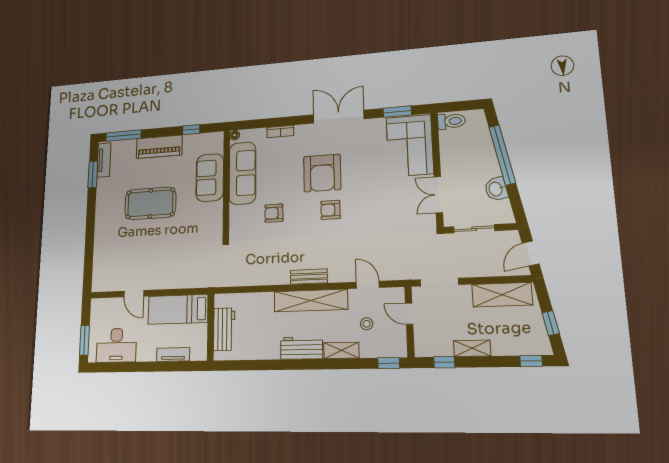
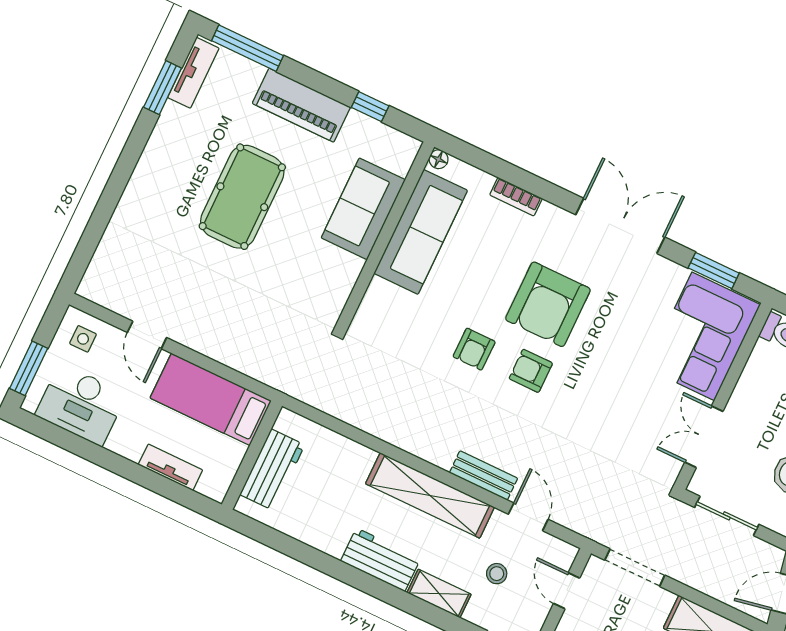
pool table: (150, 203) -> (242, 197), turned 90
armchair: (274, 213) -> (474, 349), moved, turned -90
bench: (309, 277) -> (484, 476), moved
side table: (104, 312) -> (83, 339), added

